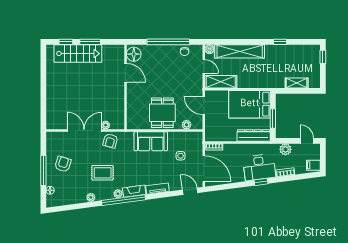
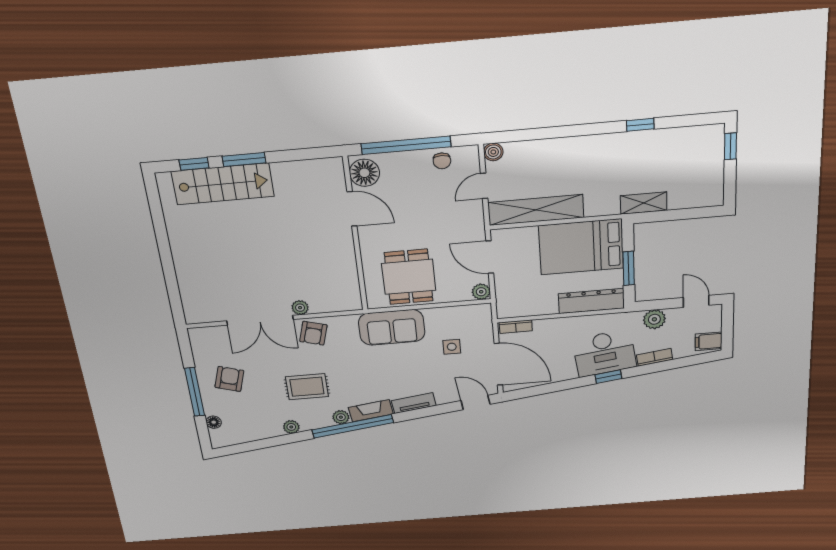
shelving: (240, 51) -> (556, 151), removed
floor lamp: (134, 54) -> (364, 173), moved
door: (204, 66) -> (484, 186), swing flipped
door: (125, 73) -> (352, 209), moved
shelving: (221, 82) -> (536, 210), width x1.47
shelving: (297, 83) -> (644, 203), moved
wall: (125, 87) -> (355, 235), moved
plant: (186, 125) -> (481, 292), moved
double door: (84, 131) -> (260, 320), swing flipped

